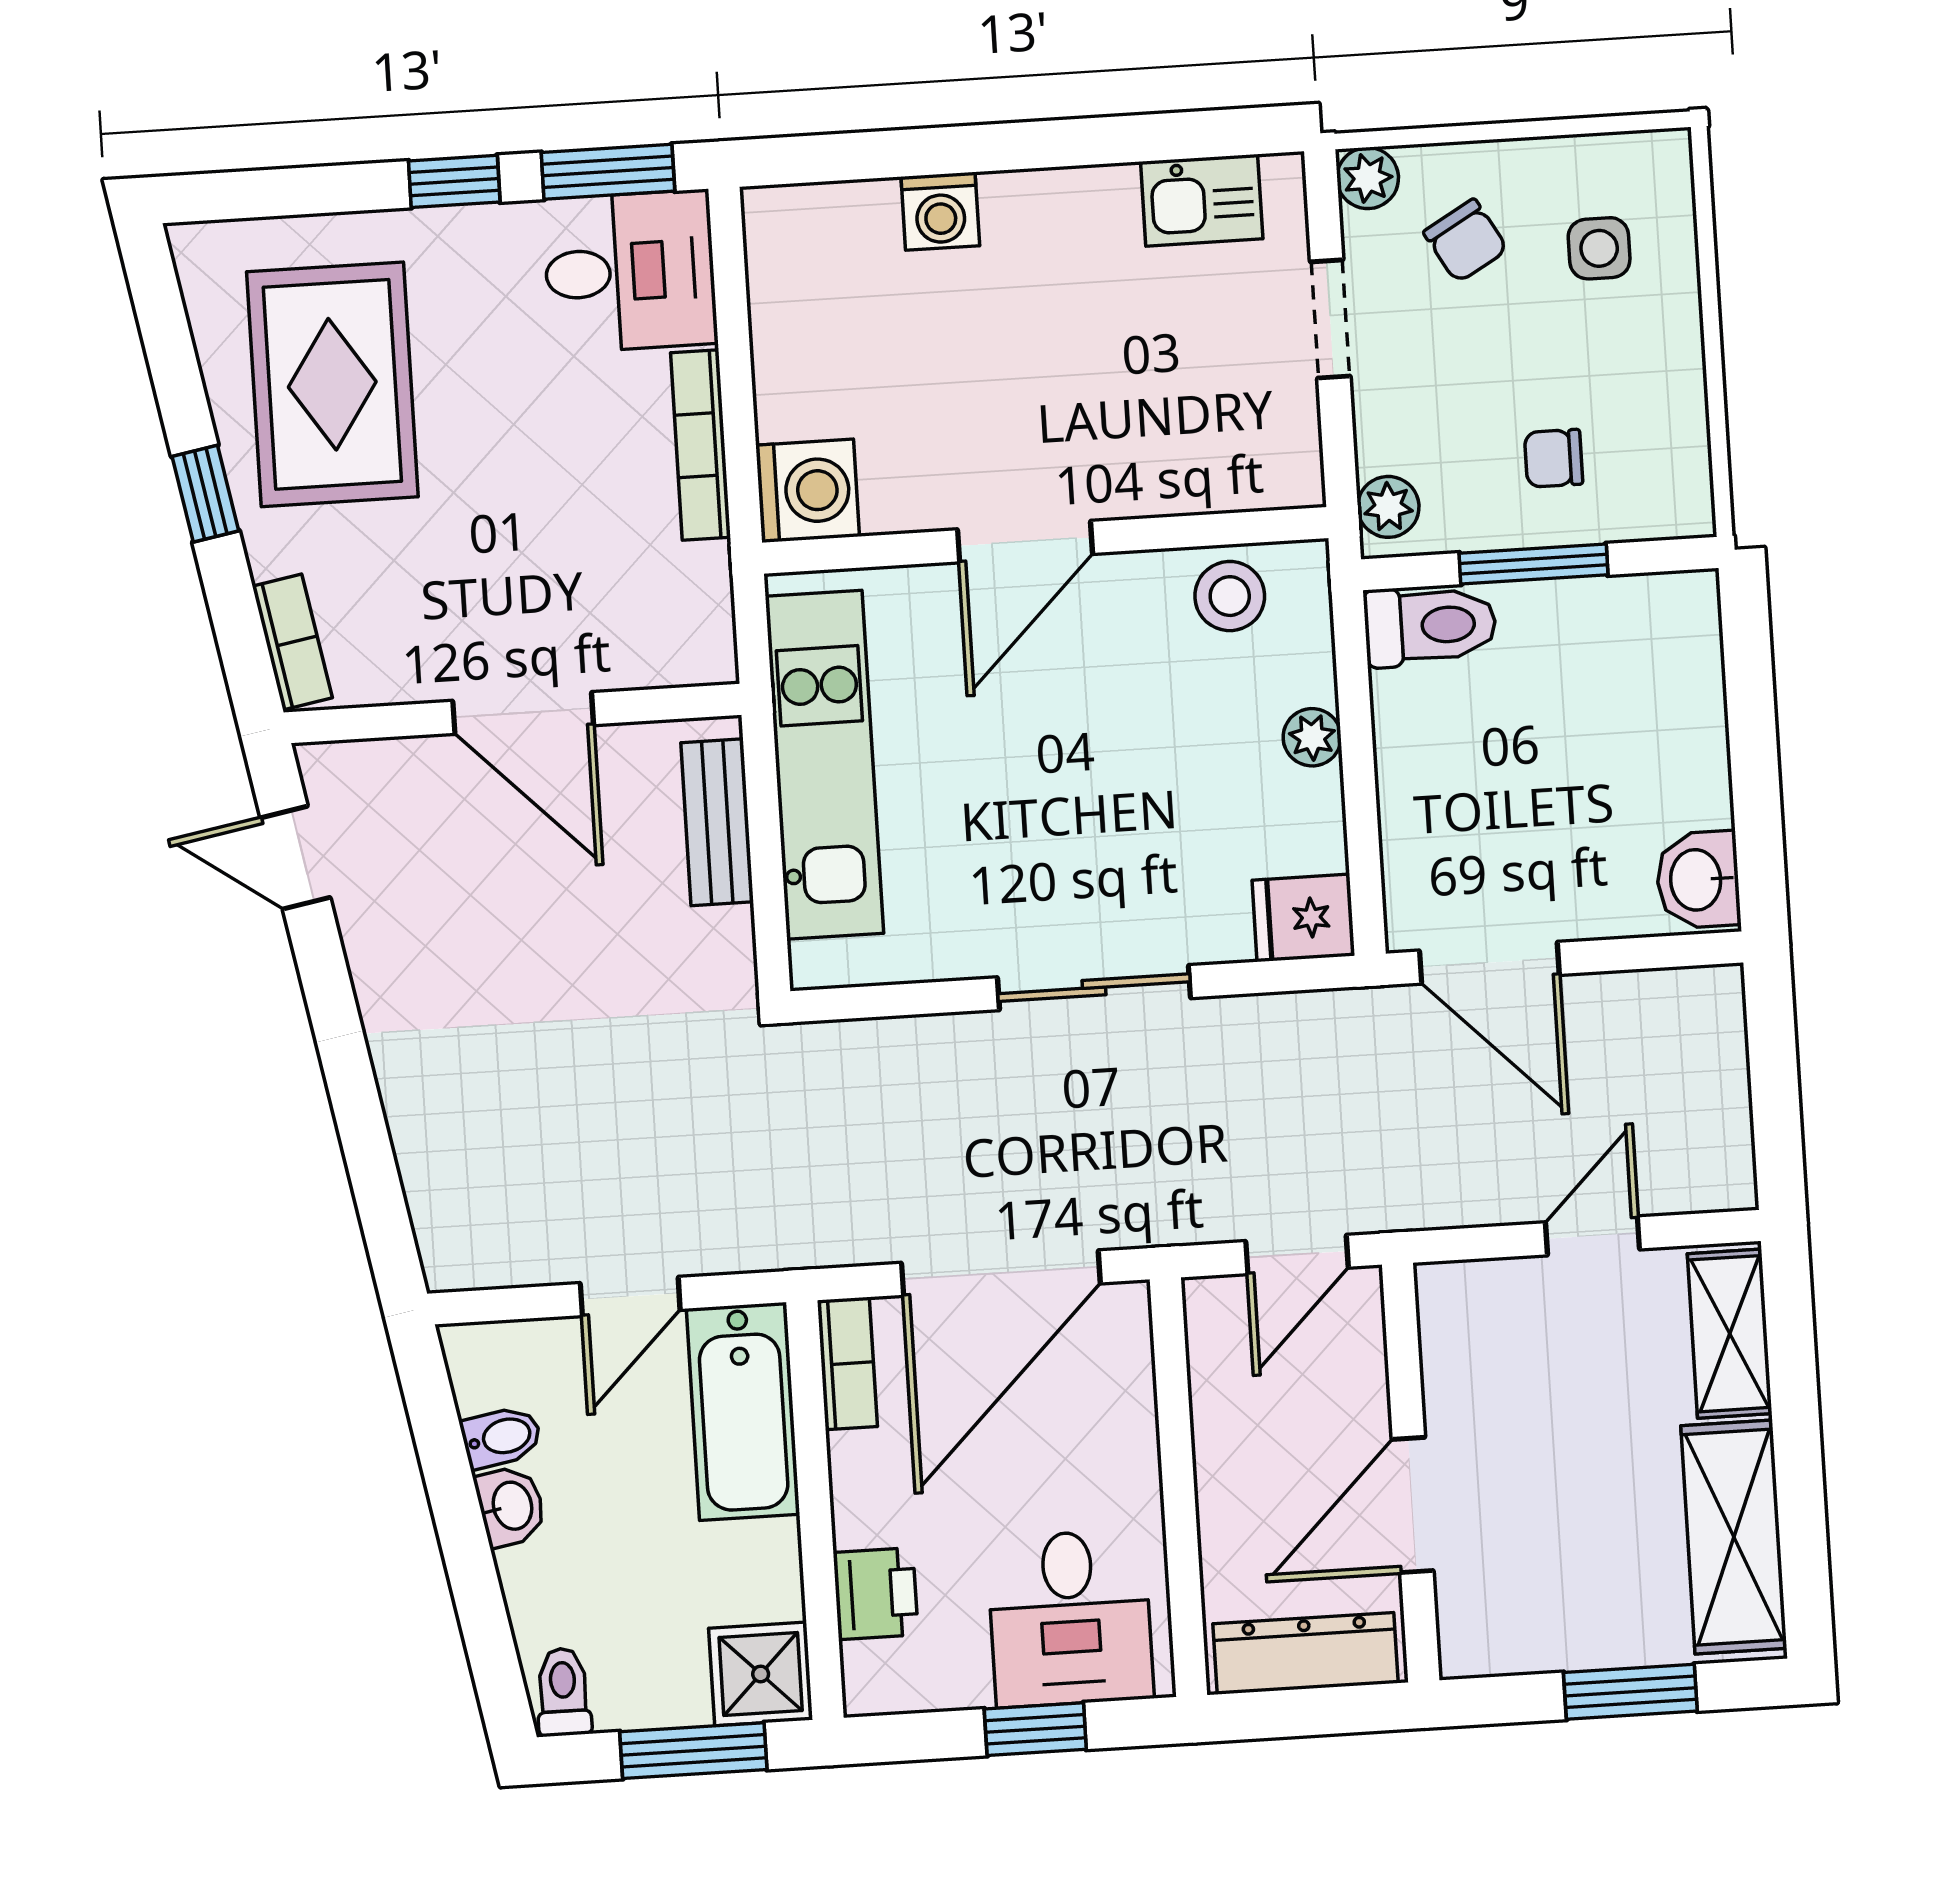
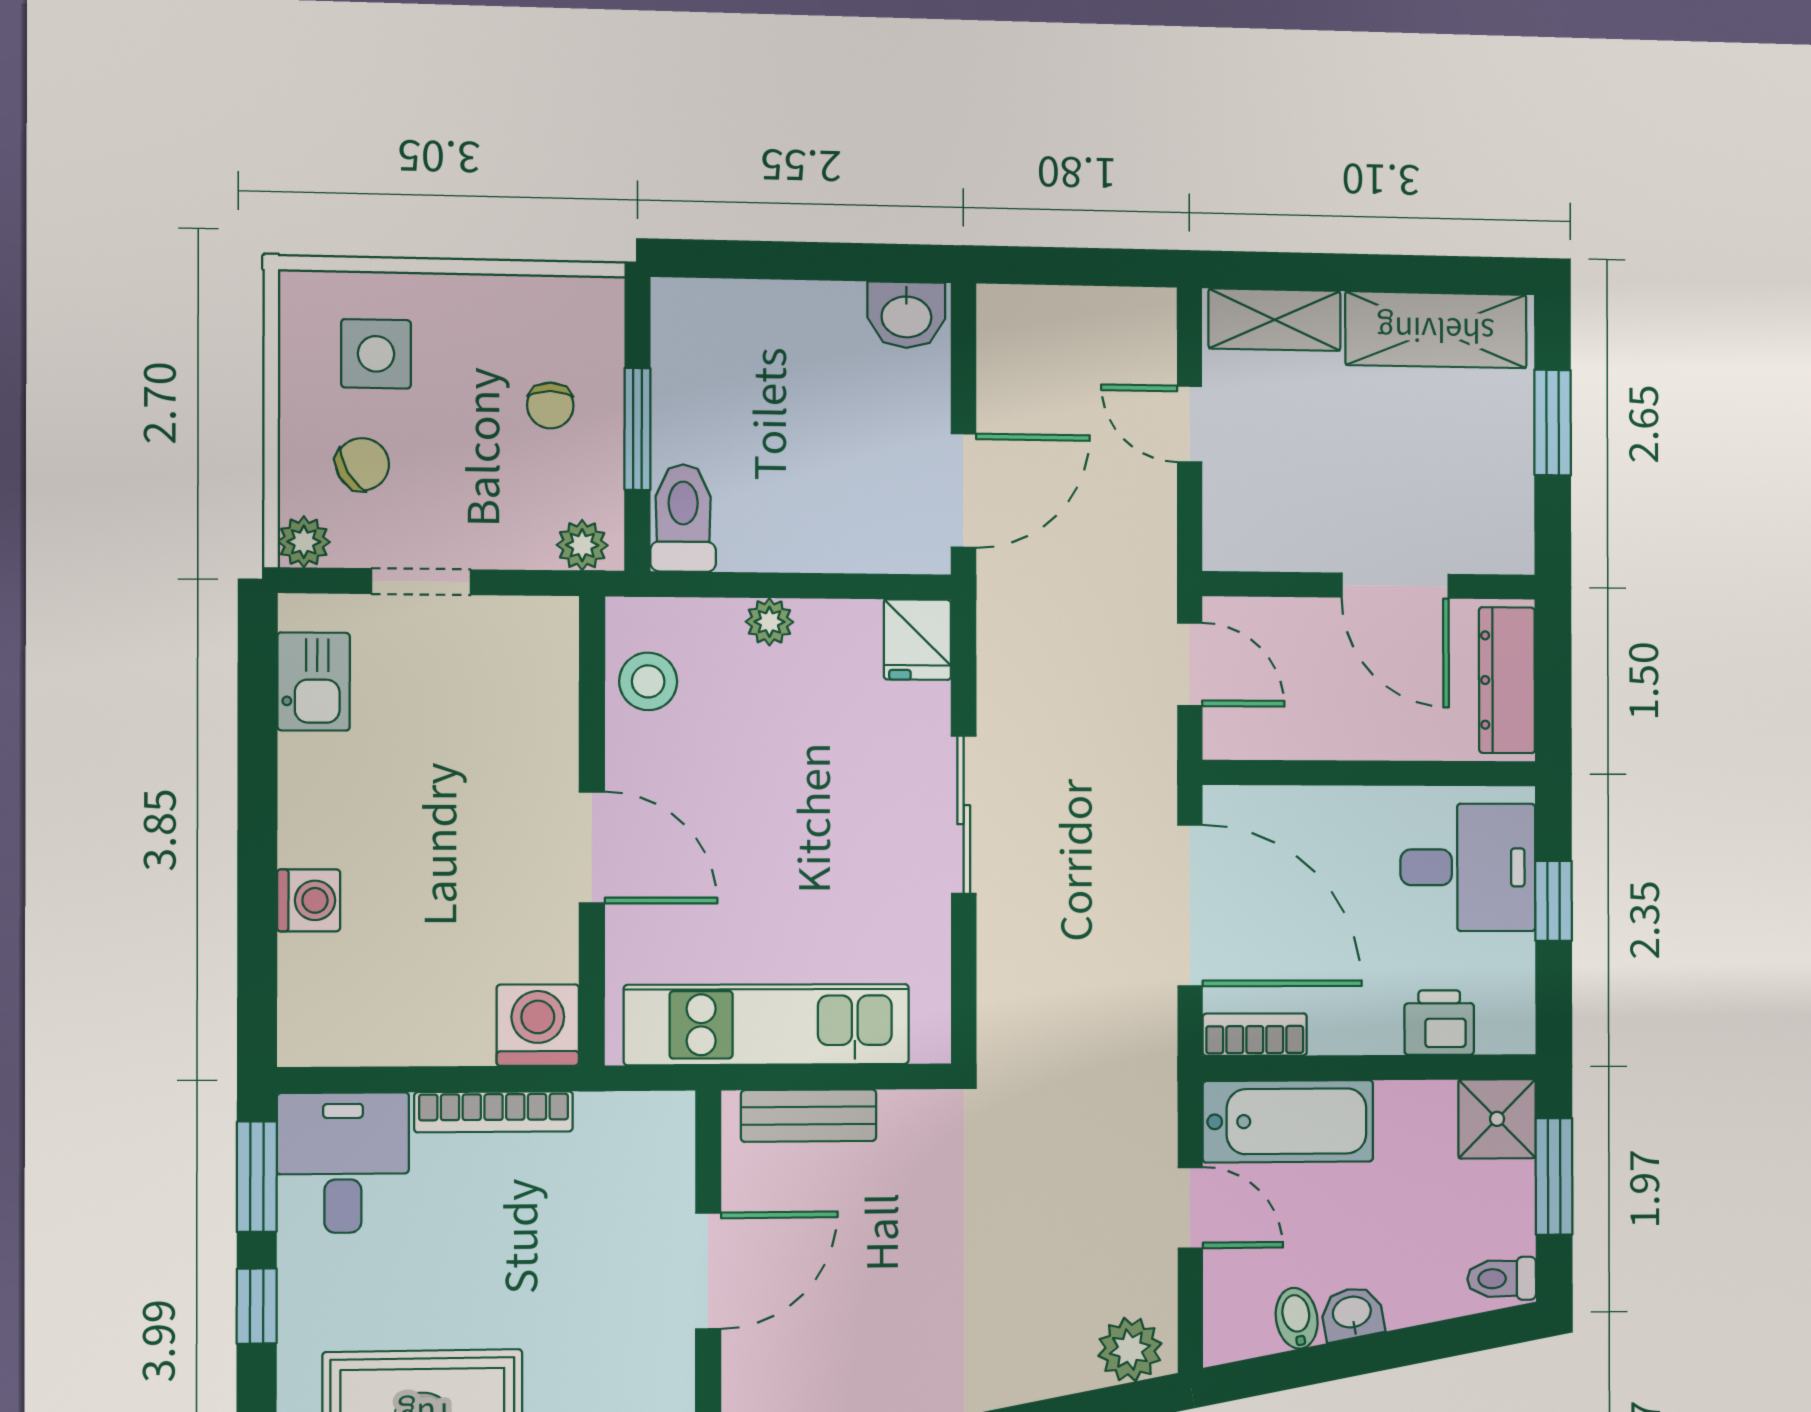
side table: (1599, 248) -> (376, 354), width x1.37, depth x1.37
plant: (453, 1232) -> (1130, 1350), added

